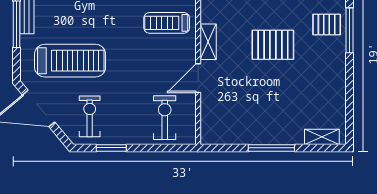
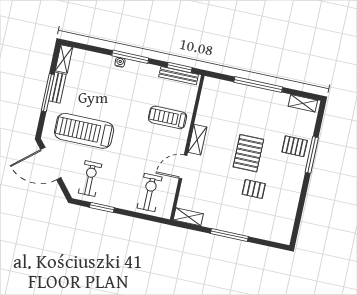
pallet: (273, 45) -> (248, 153), turned 90
treadmill: (70, 61) -> (84, 131), turned 180
pallet: (289, 86) -> (254, 189), added
shelving: (322, 137) -> (188, 217), moved

